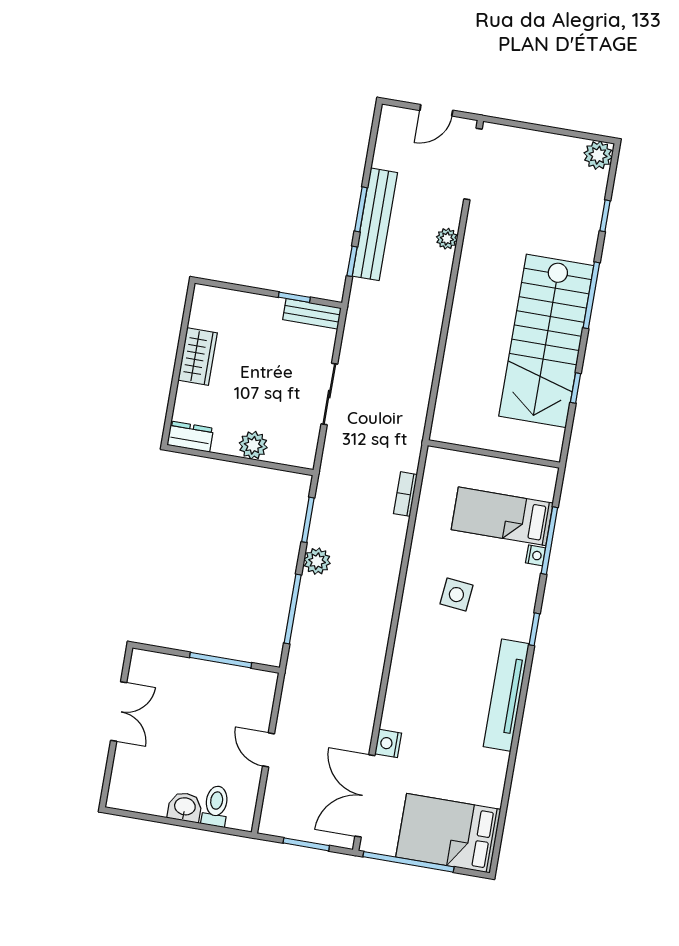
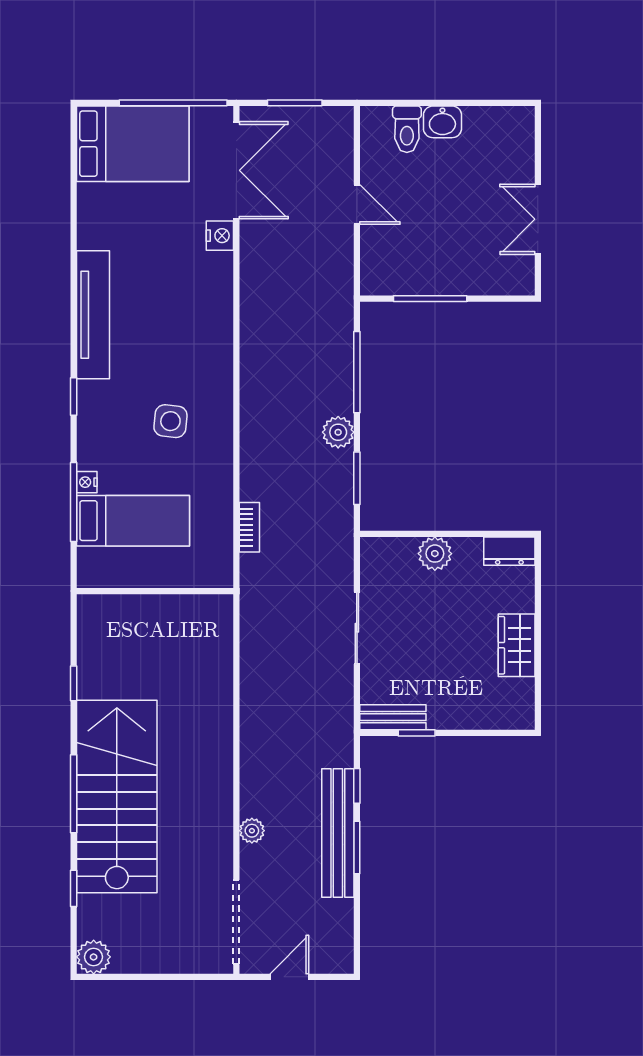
stairs: (546, 341) -> (117, 797), moved

